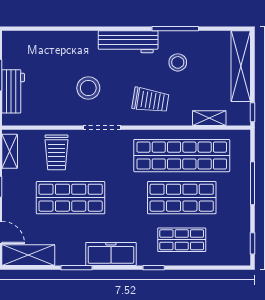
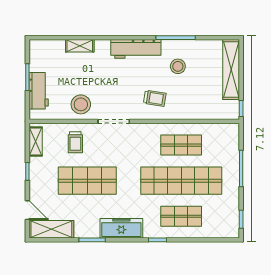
stool: (88, 88) -> (81, 104), moved
trolley: (150, 100) -> (155, 98), width x0.73, depth x0.72
shelving: (209, 118) -> (80, 46), moved
trolley: (57, 152) -> (75, 142), width x0.73, depth x0.72
shop shelf: (182, 156) -> (181, 145), width x0.50, depth x0.74
shop shelf: (182, 198) -> (181, 181), width x1.40

